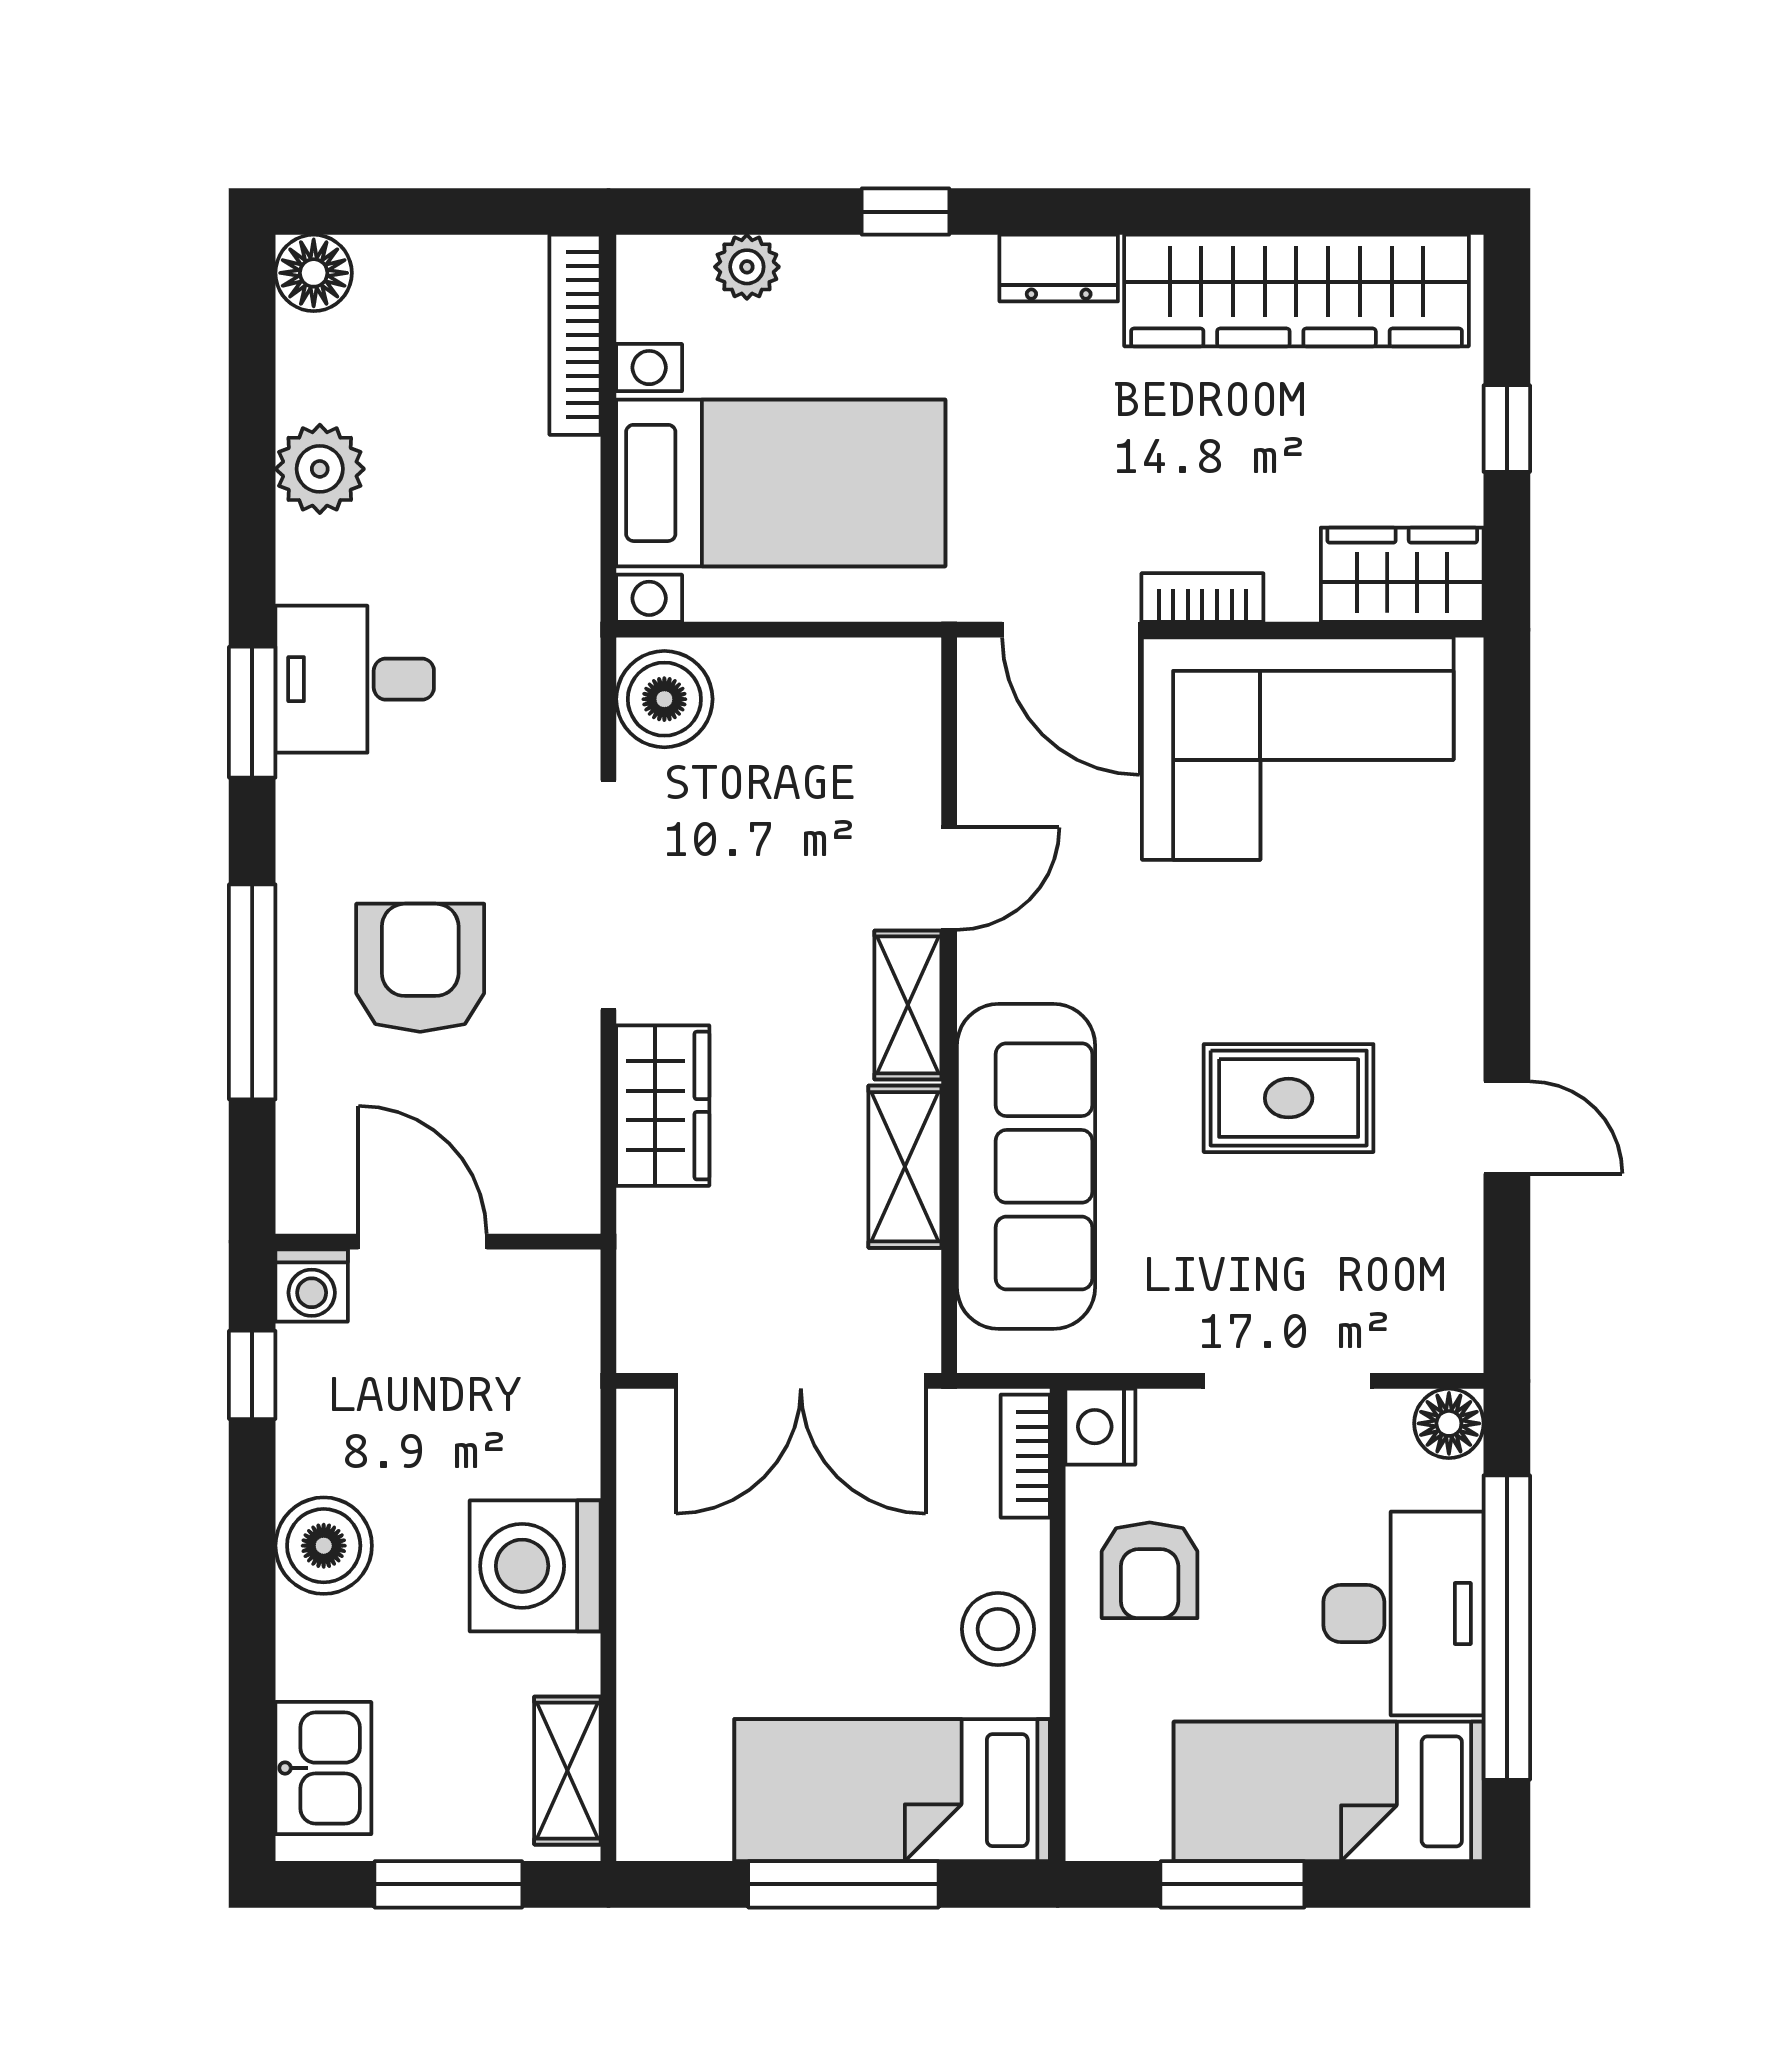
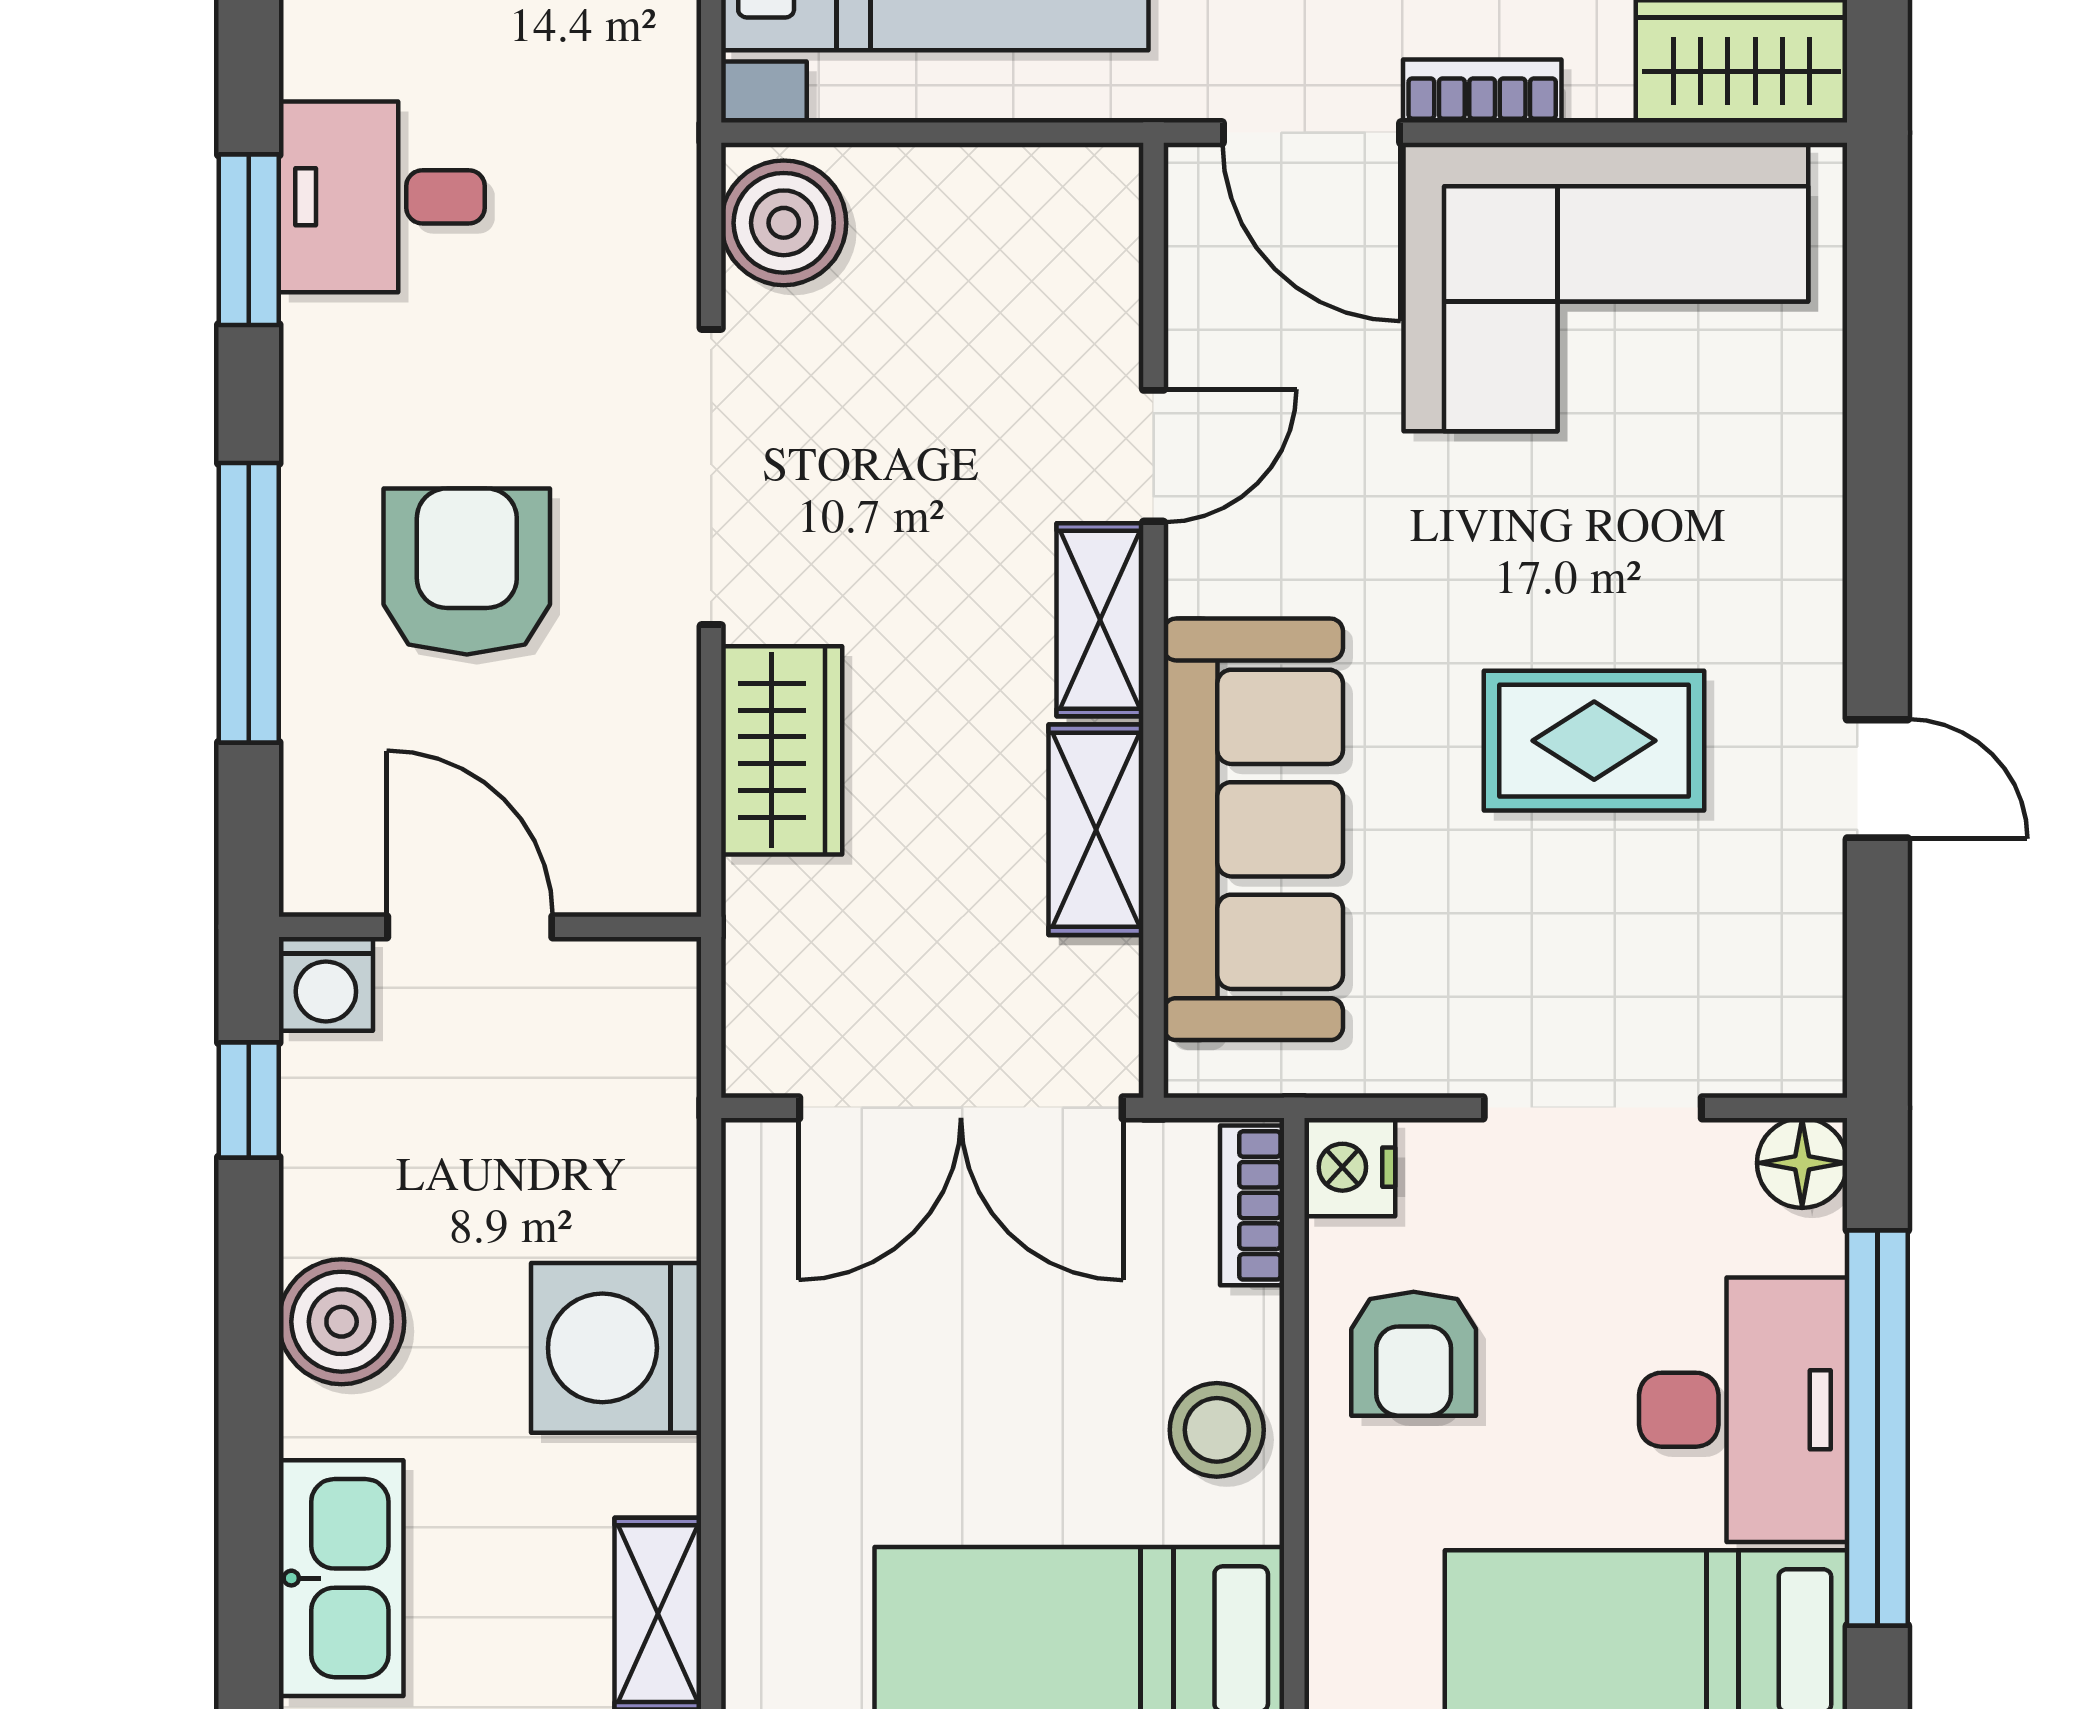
kitchen sink: (323, 1768) -> (341, 1578), width x1.38

